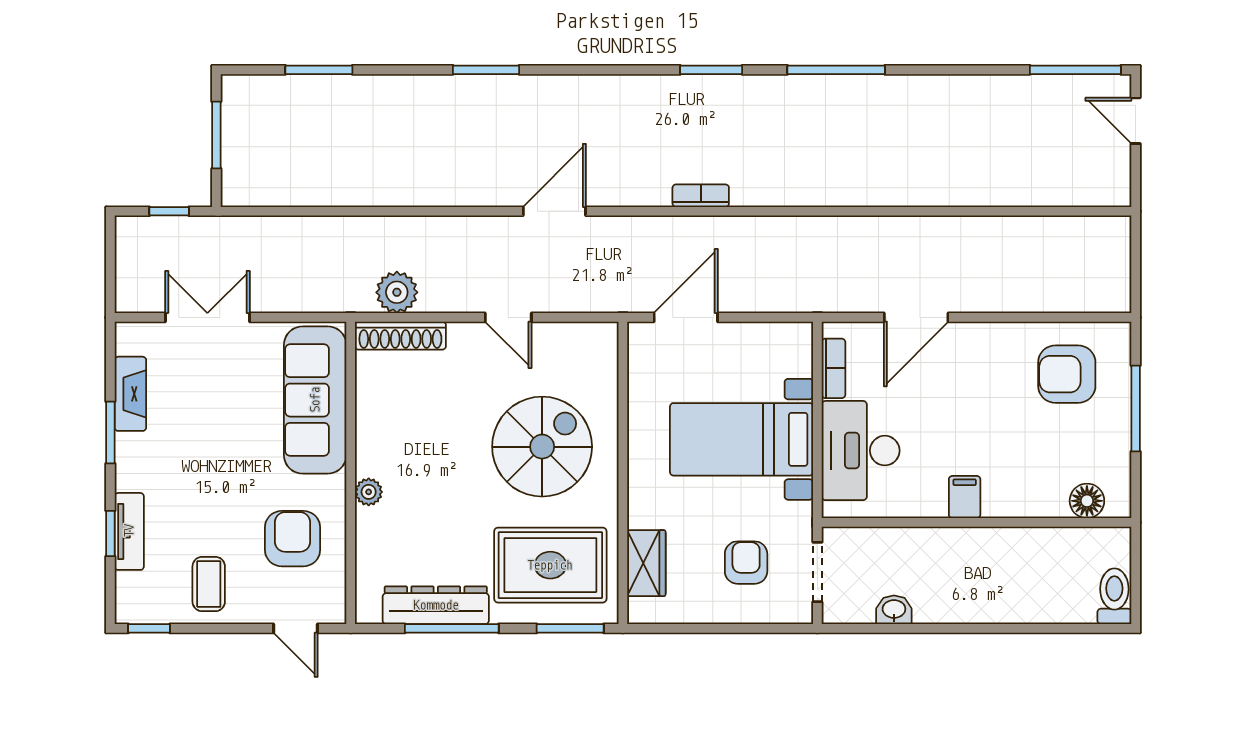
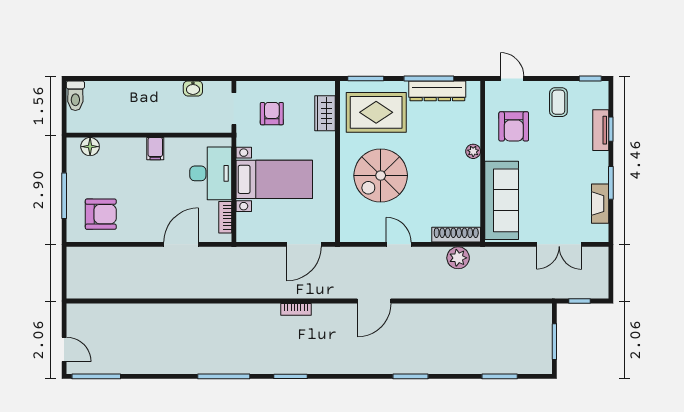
armchair: (746, 563) -> (272, 114), turned 180

